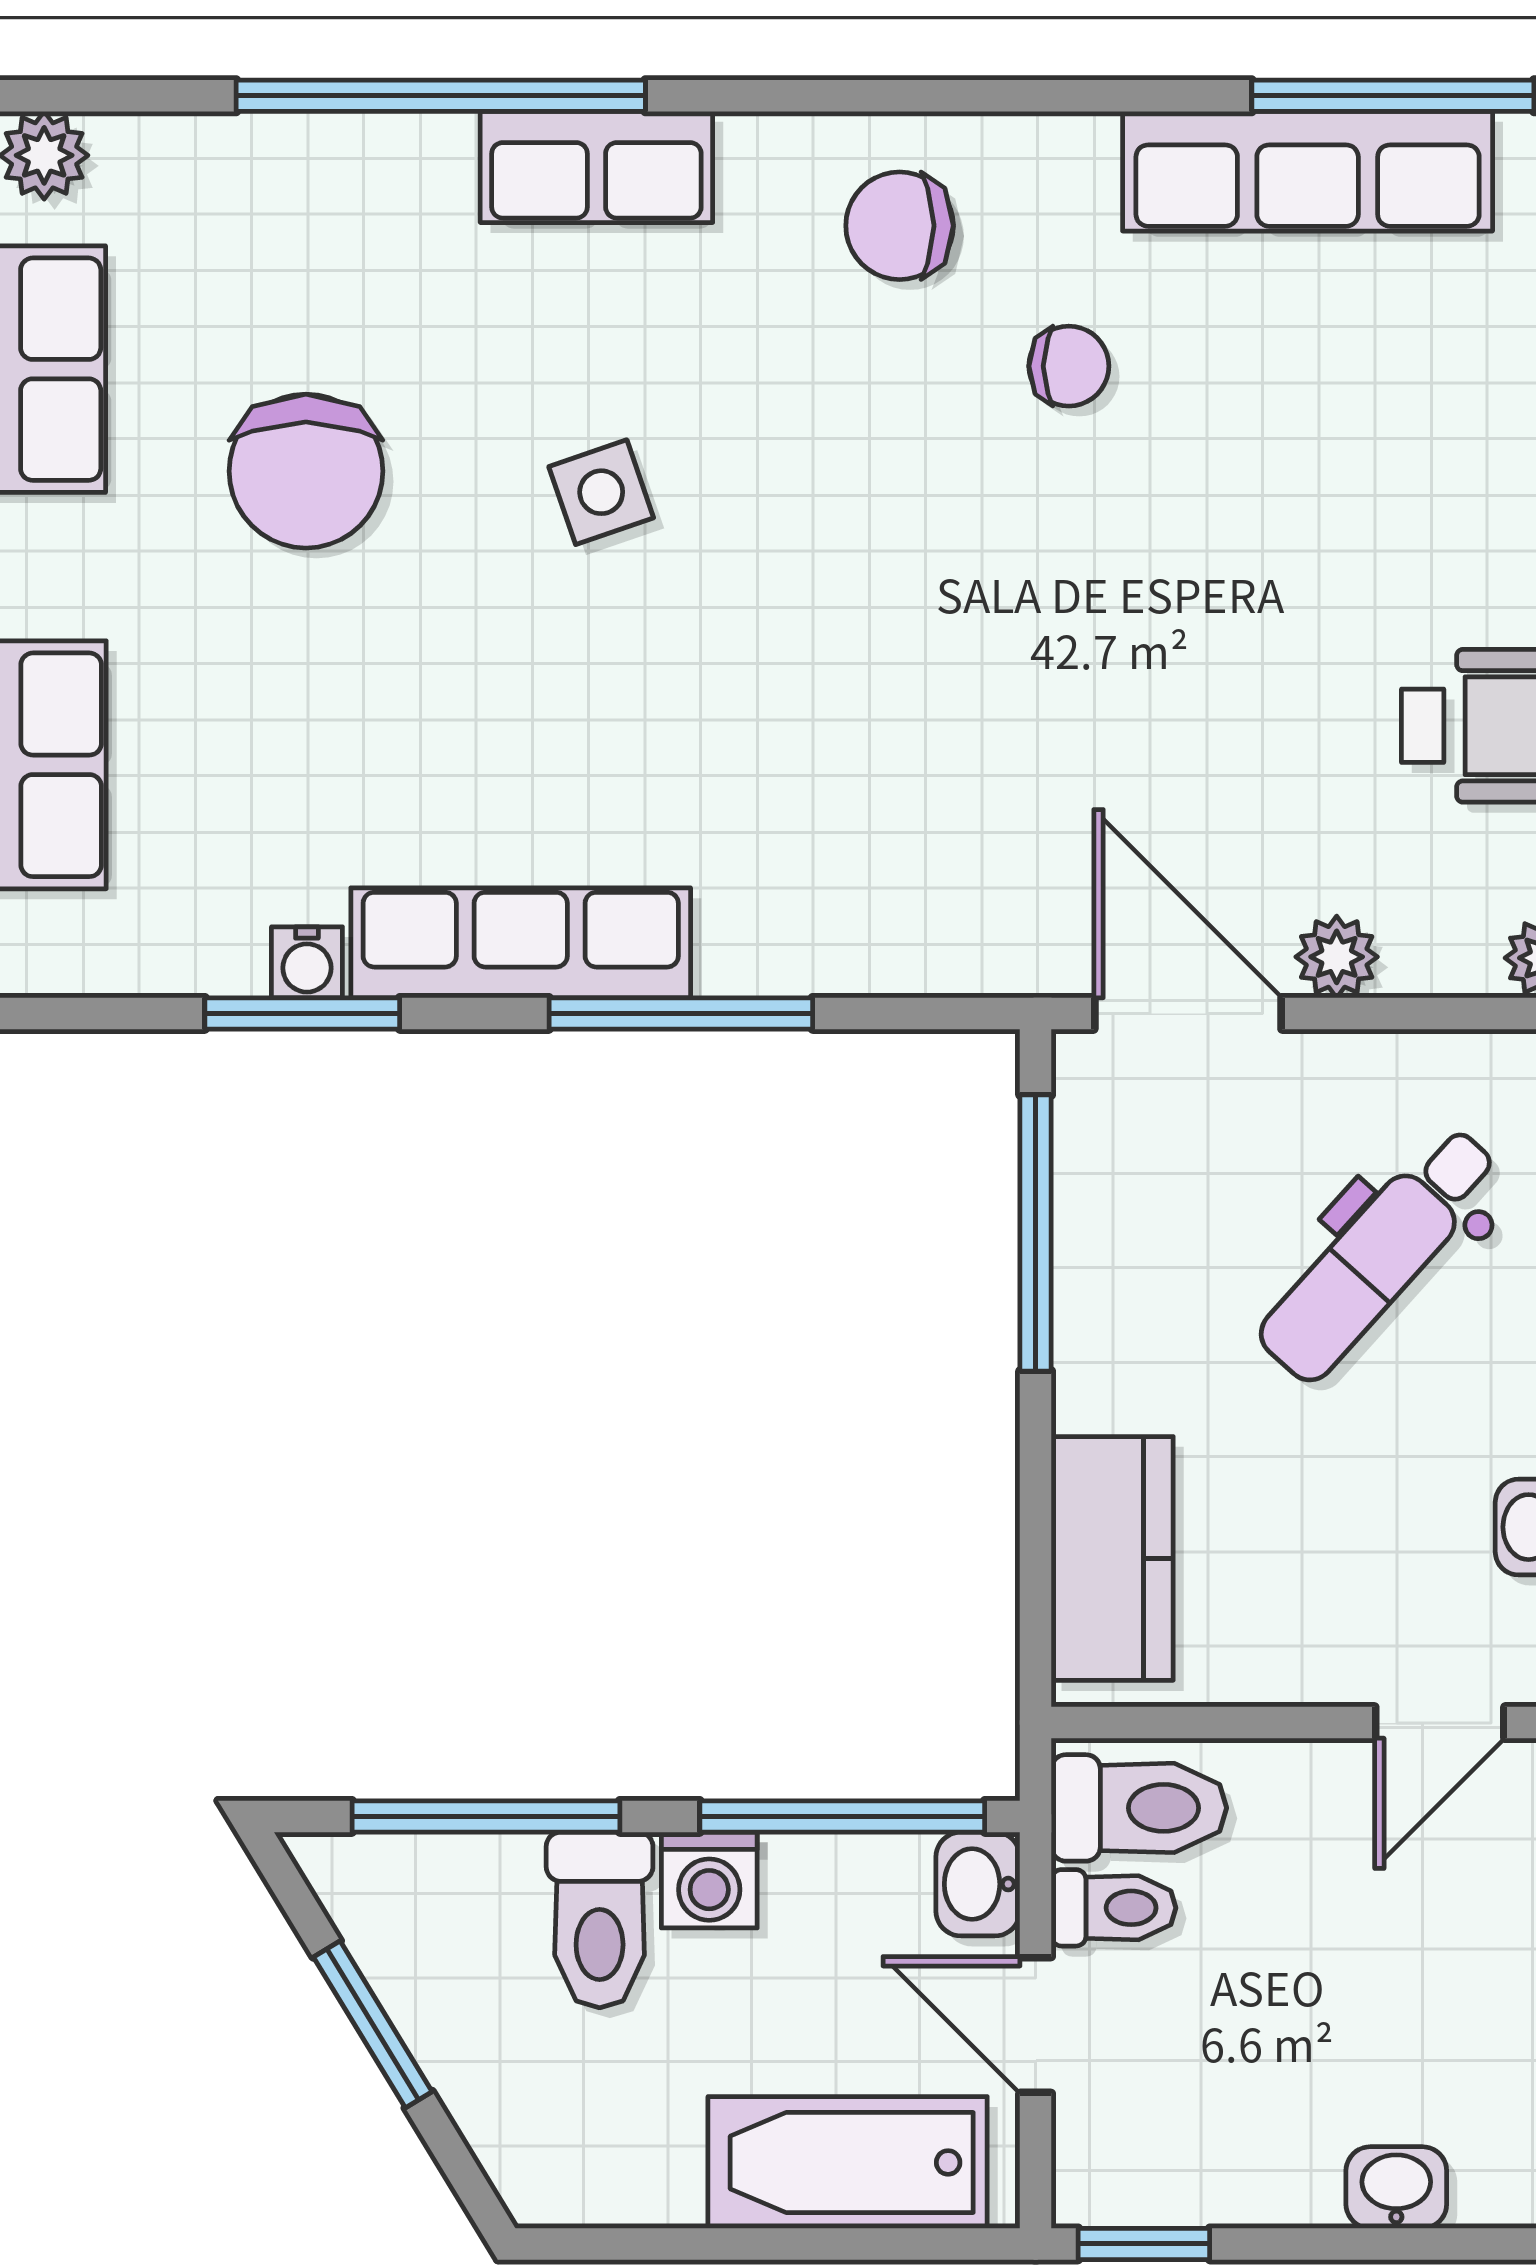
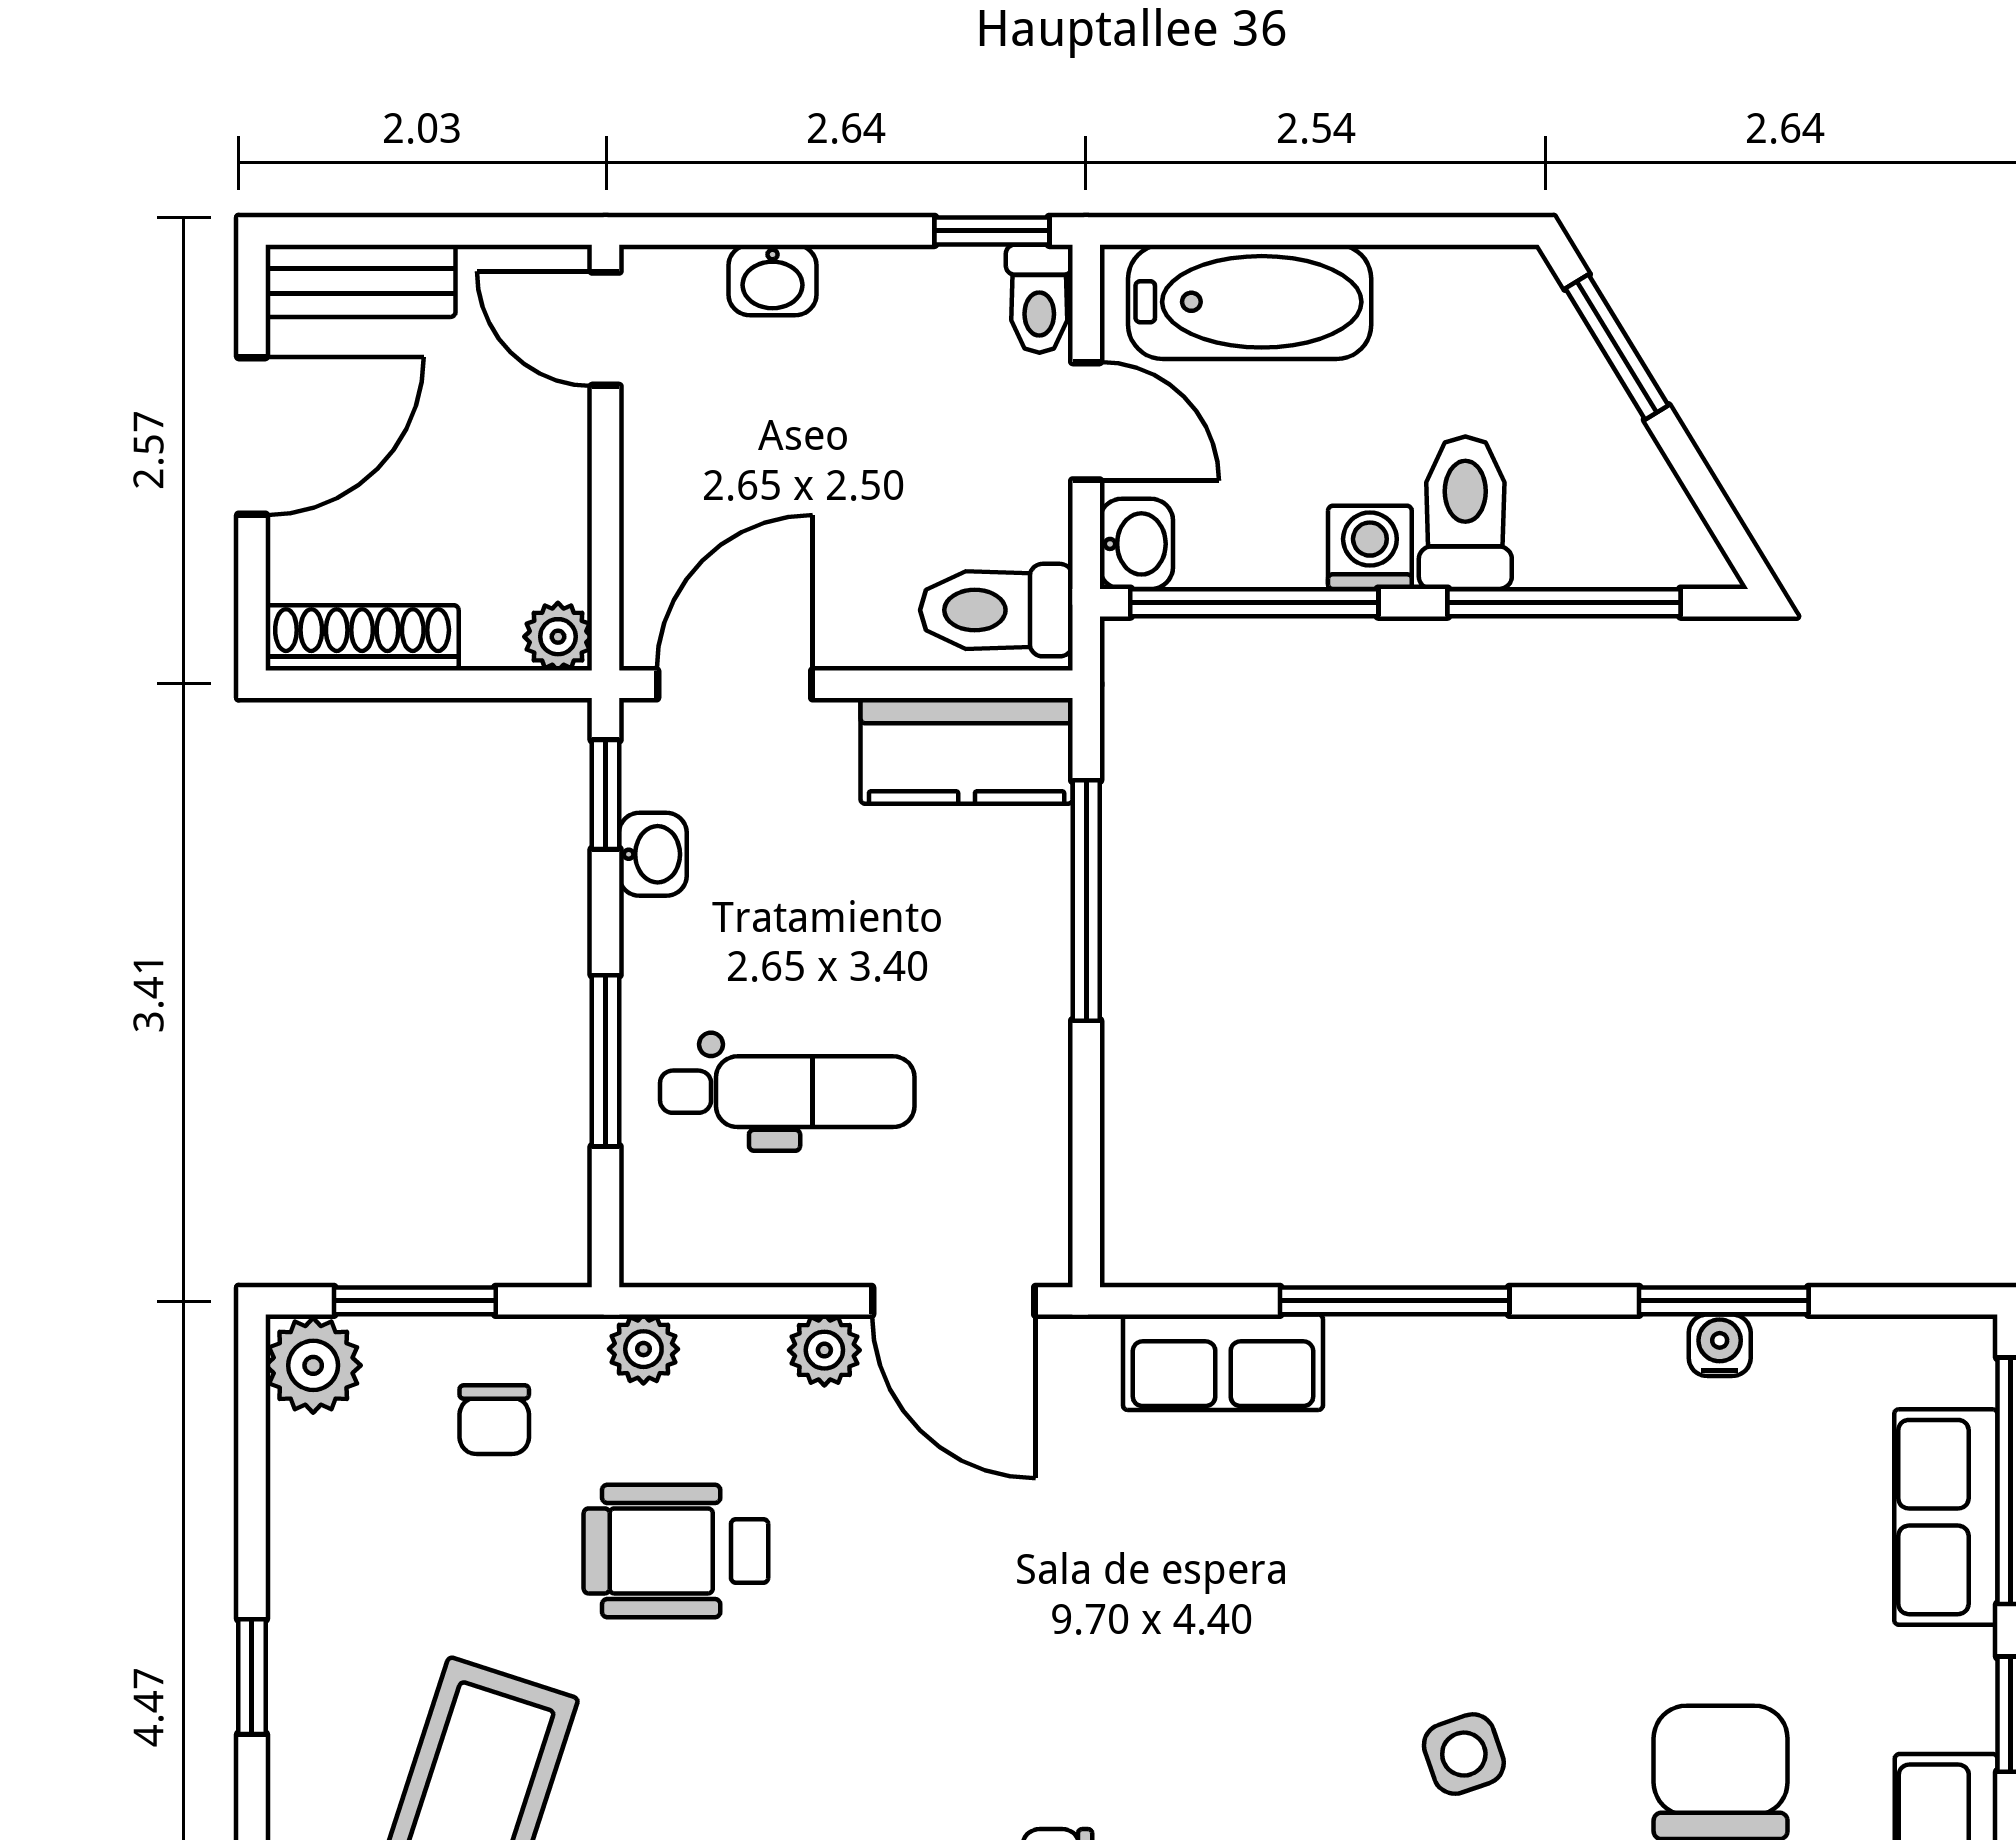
row of seats: (521, 943) -> (1223, 1362), moved, width x0.68
window: (1036, 1233) -> (1086, 901), moved
dental chair: (1379, 1254) -> (787, 1092), turned 48
kitchen counter: (1112, 1558) -> (967, 751), moved, turned -90
door: (1440, 1723) -> (735, 684), width x1.37
toilet: (1114, 1908) -> (1039, 299), moved, turned -90
window: (373, 2024) -> (1617, 347), moved

